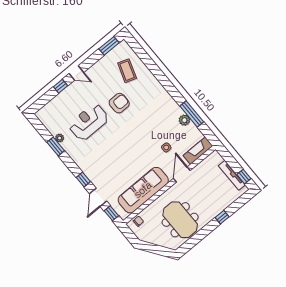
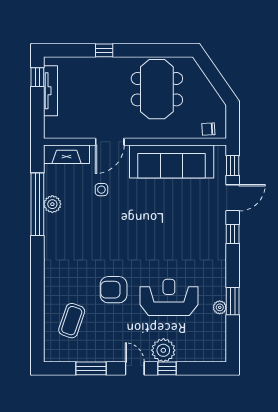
window: (109, 46) -> (91, 368), moved
plant: (70, 94) -> (163, 350), added
window: (192, 114) -> (37, 204), width x1.46
reception desk: (89, 122) -> (169, 297), turned 180

